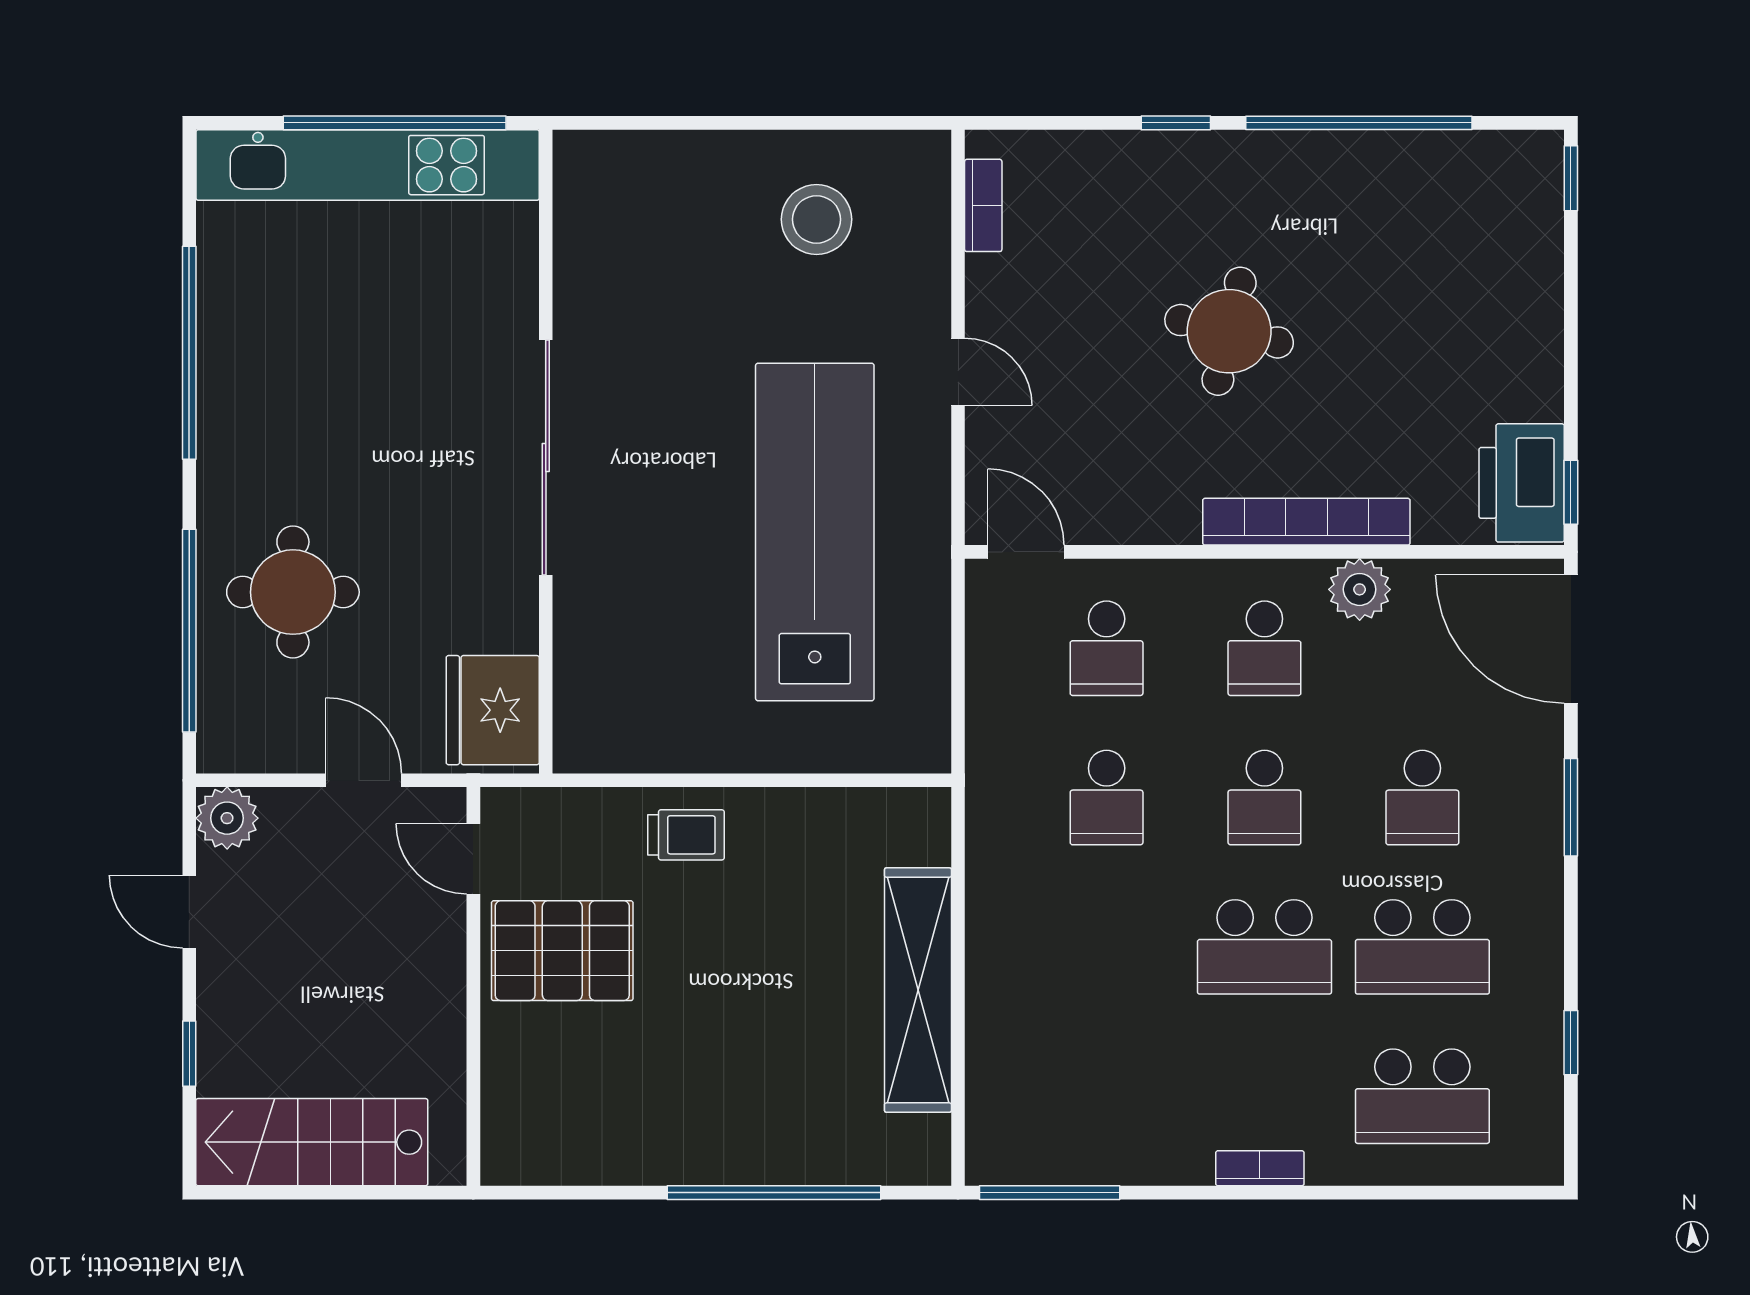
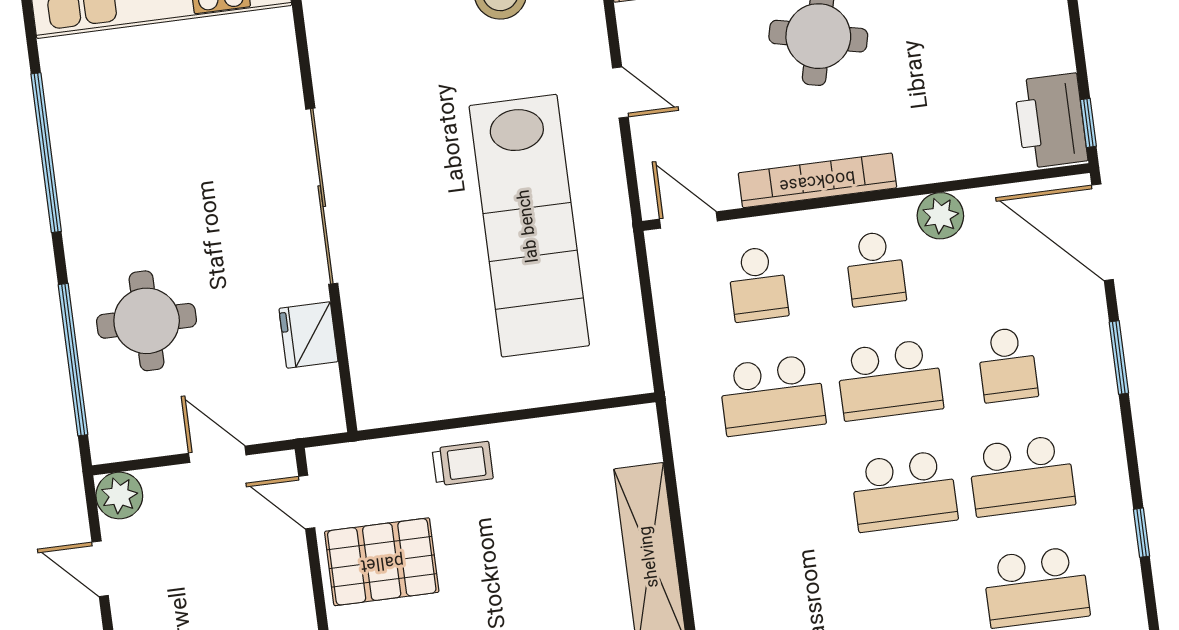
bookcase: (1306, 522) -> (817, 180), moved
lab bench: (815, 532) -> (529, 226), turned 180
fridge: (493, 710) -> (309, 335), moved, width x0.73, depth x0.75
school desk: (1107, 798) -> (772, 395), width x1.85
school desk: (1264, 798) -> (890, 380), width x1.85

